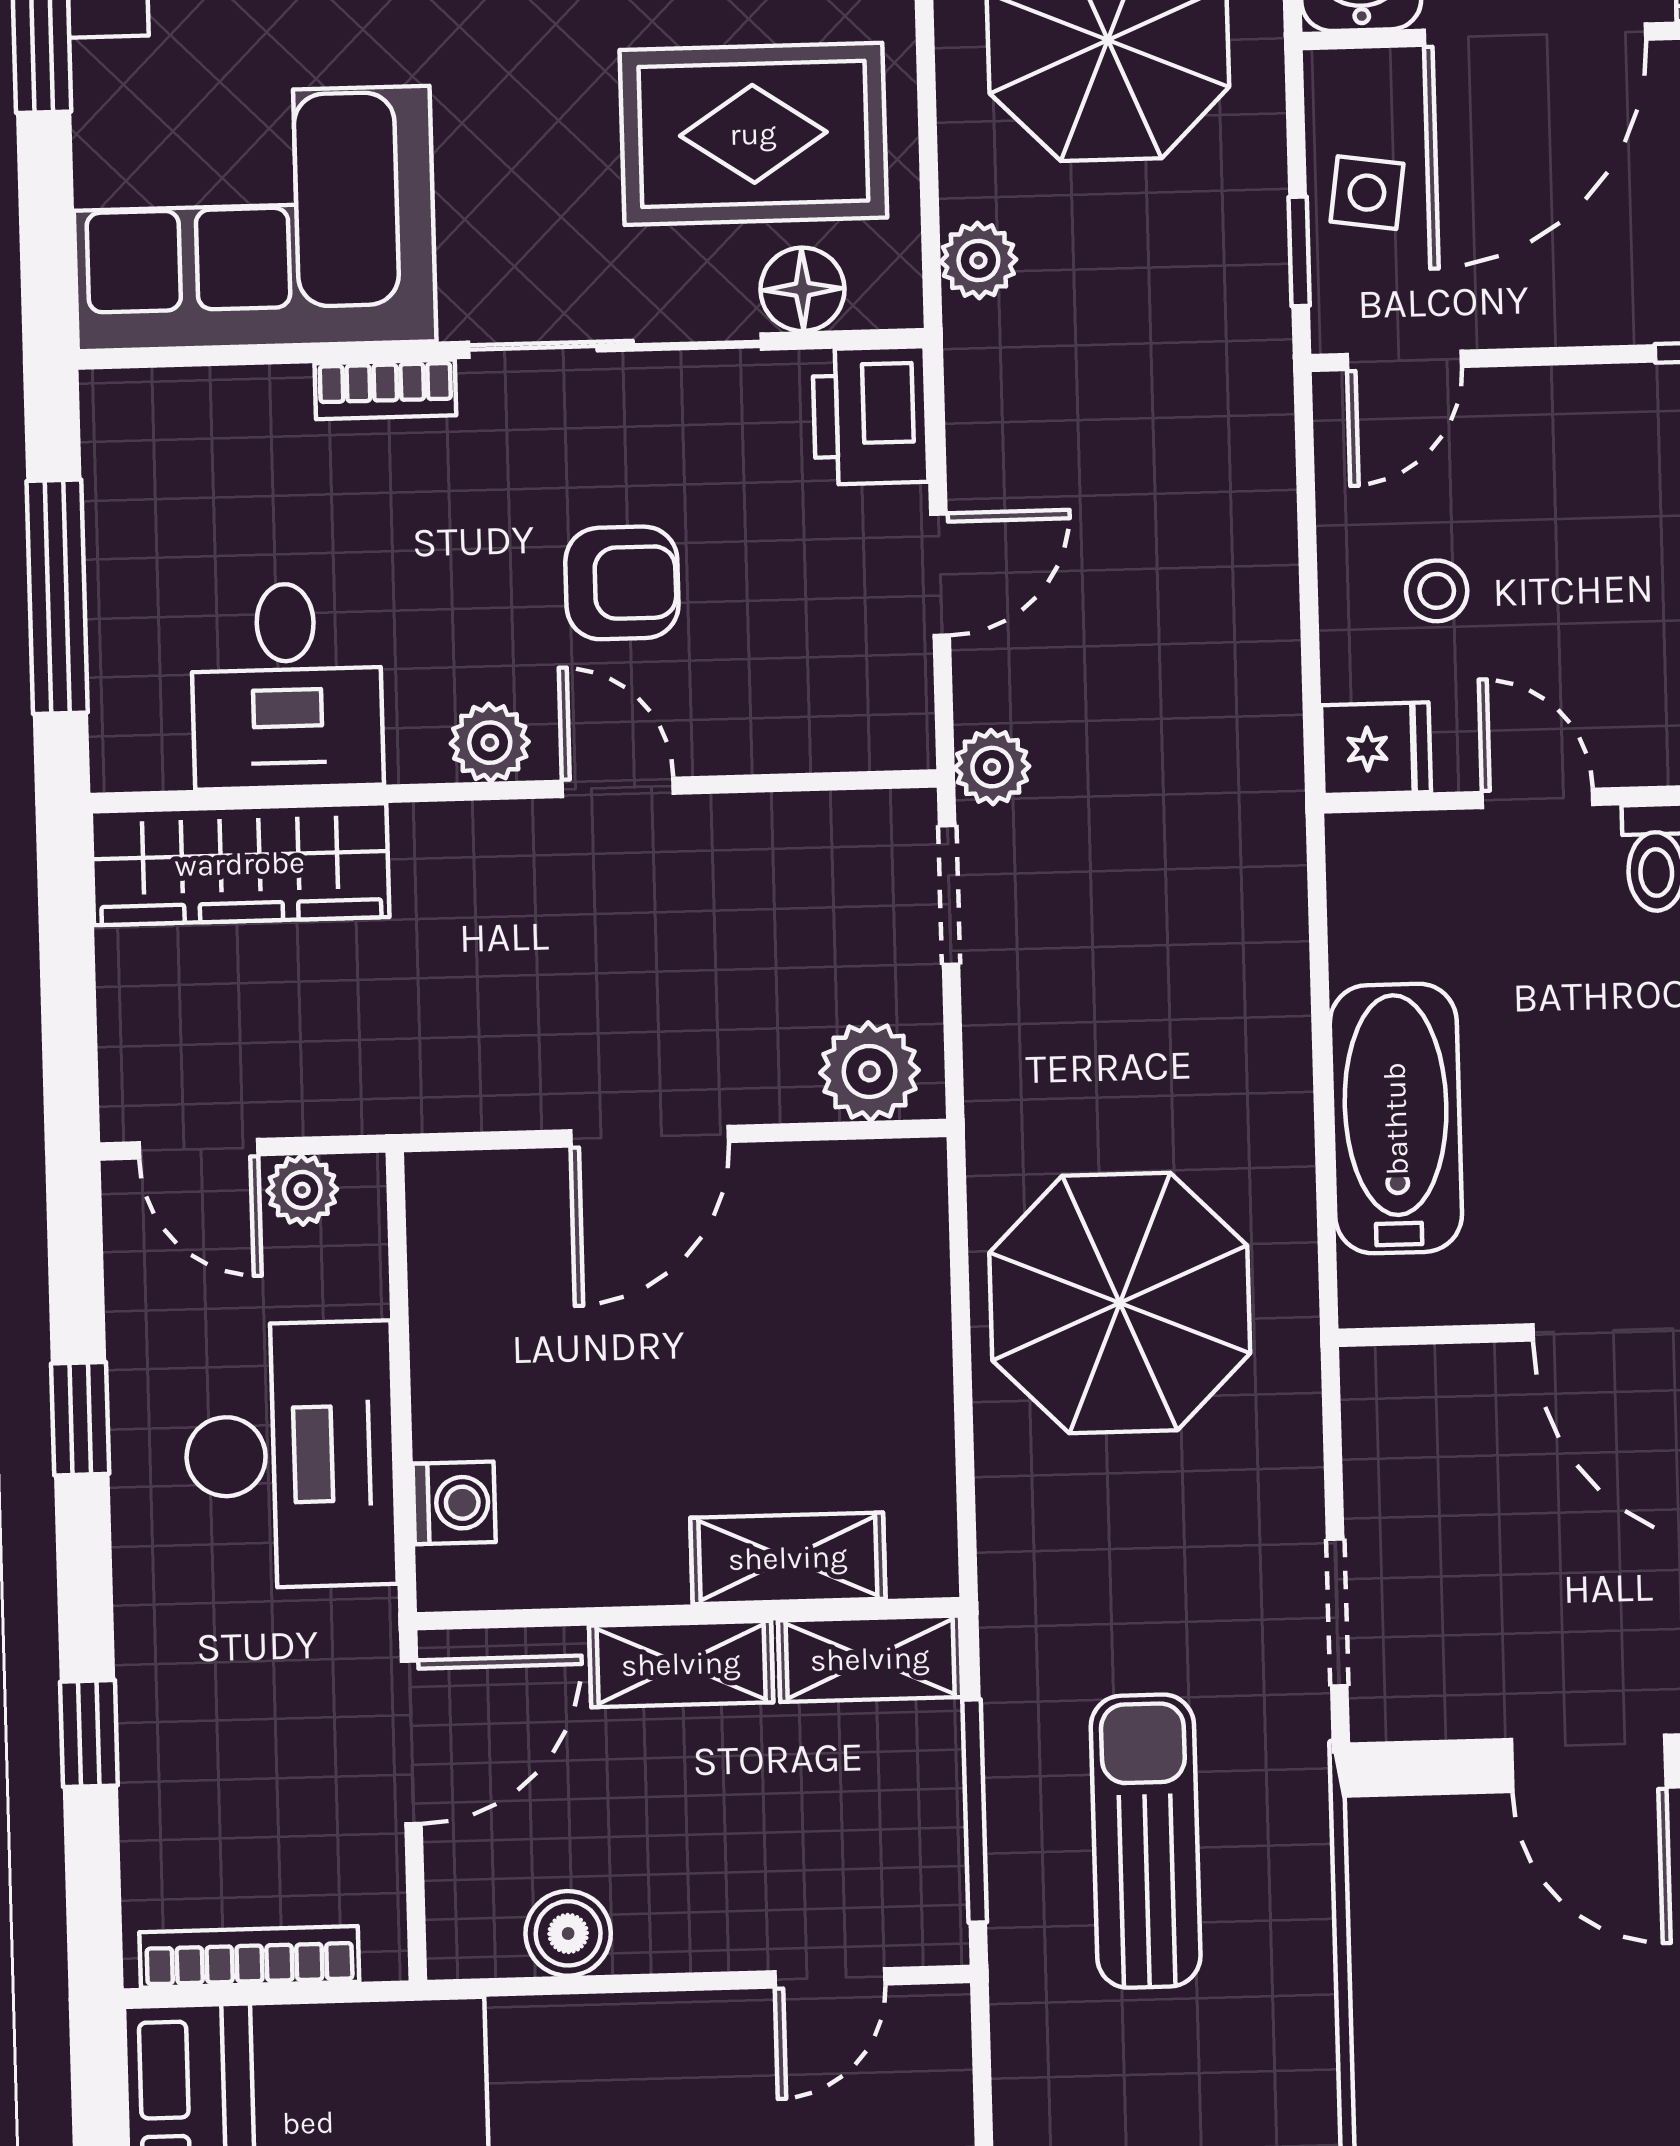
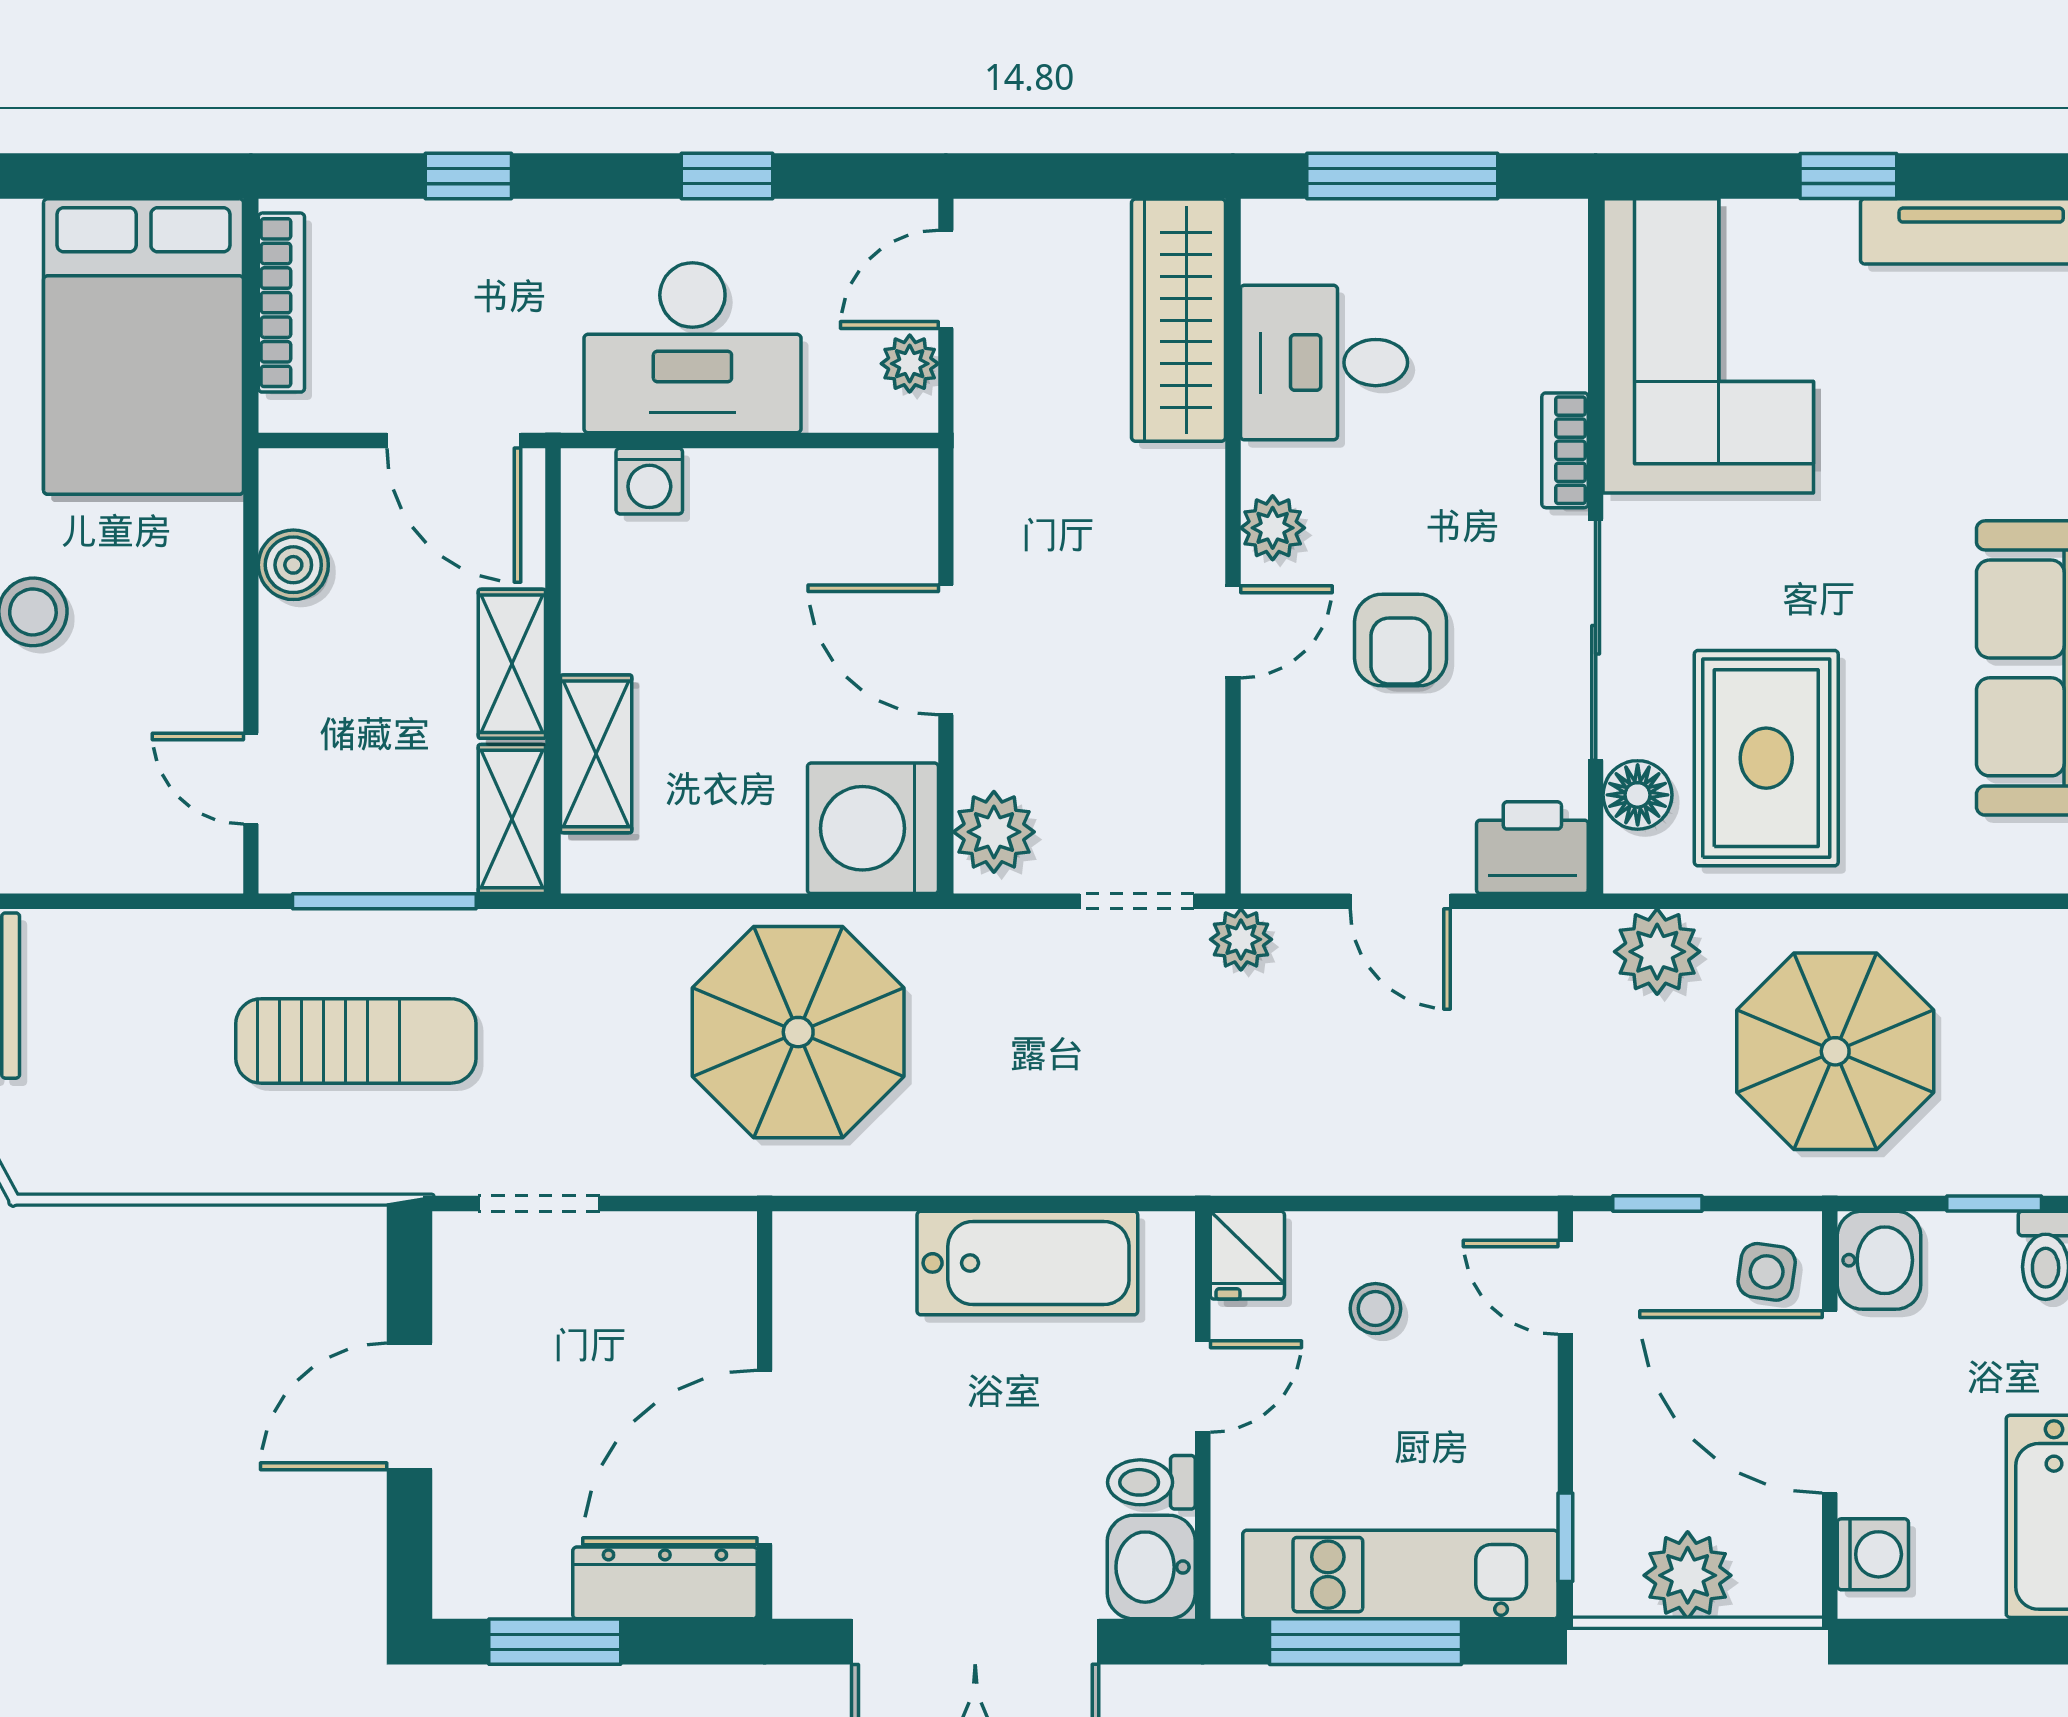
side table: (1367, 193) -> (1767, 1272), moved
plant: (978, 260) -> (1657, 952), width x1.38, depth x1.38
bathtub: (1396, 1119) -> (1027, 1263), moved
washing machine: (869, 1219) -> (873, 828), added

